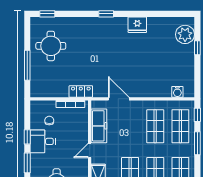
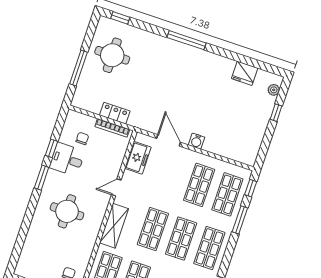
window: (106, 14) -> (186, 40), width x2.17
fridge: (137, 25) -> (245, 73), moved
plant: (185, 34) -> (274, 90), width x0.53, depth x0.53
locker: (81, 92) -> (115, 113), moved
water cooler: (177, 92) -> (197, 141), moved
freezer: (99, 126) -> (138, 158), width x0.71

